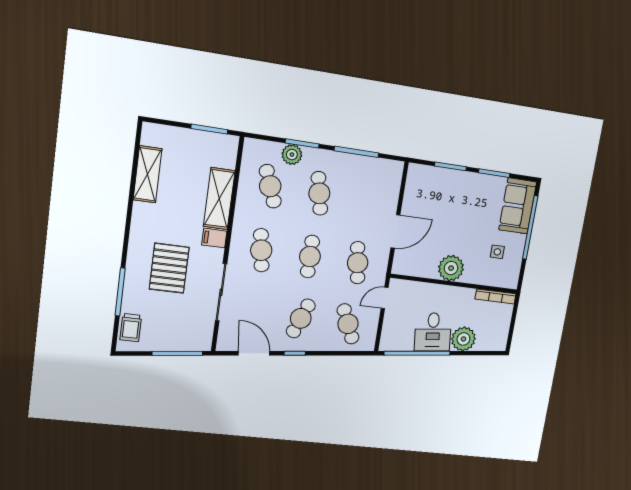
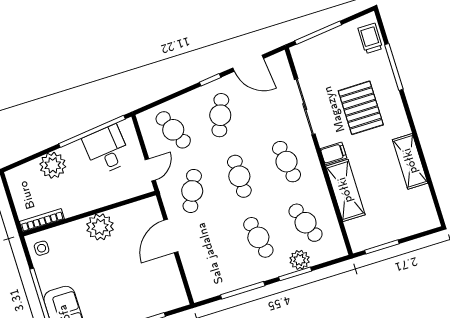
shelving: (148, 174) -> (410, 161), moved
side table: (497, 252) -> (42, 248), moved
cafe table: (358, 263) -> (192, 191), turned 33
desk: (433, 332) -> (107, 150), moved

